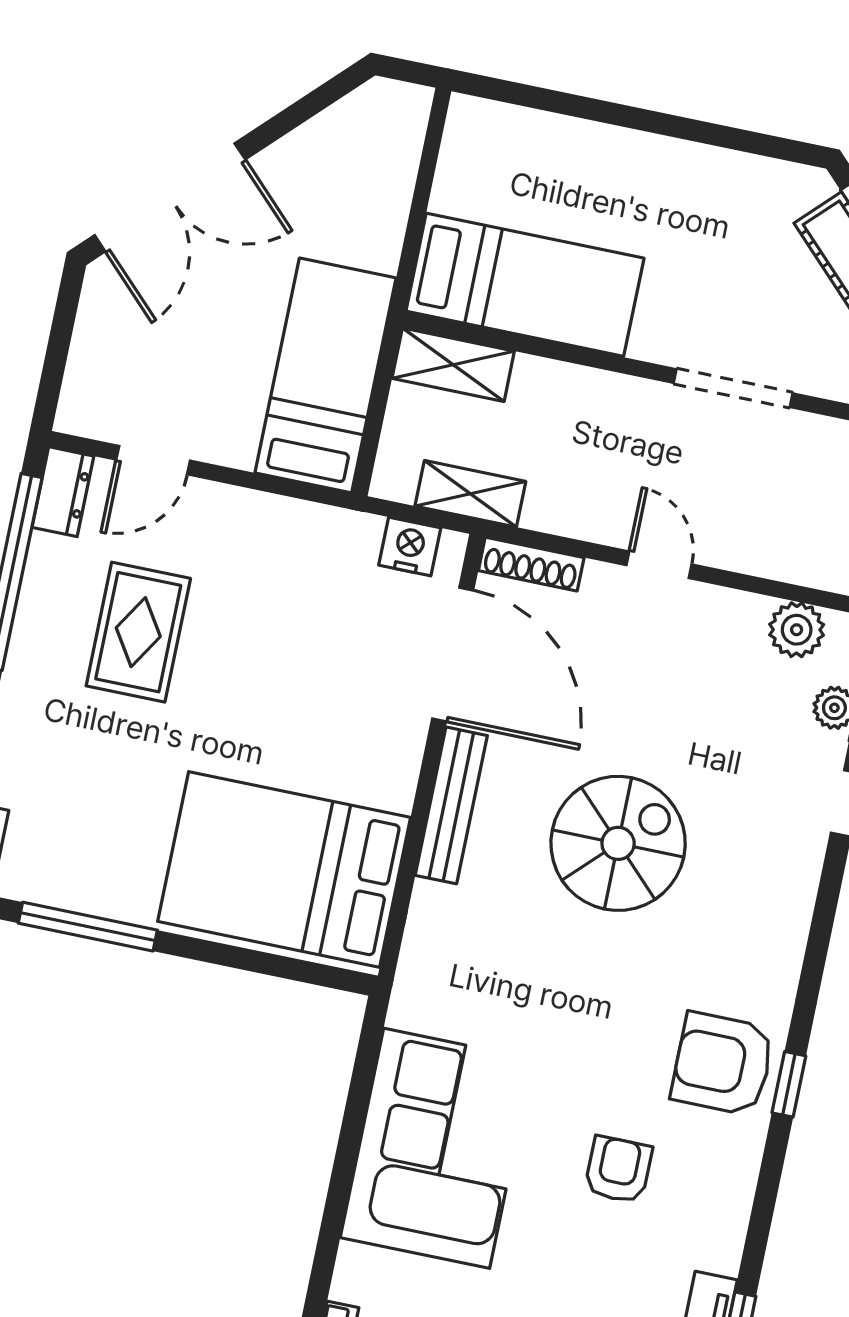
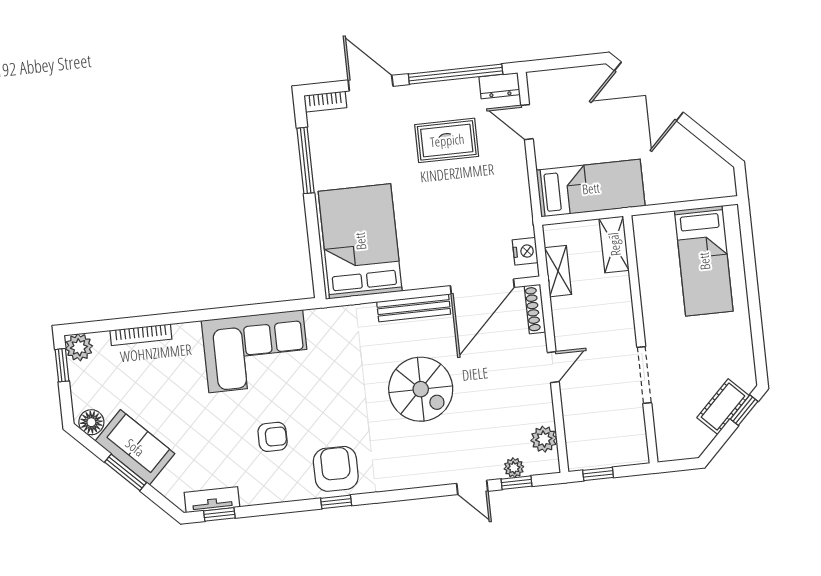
bed: (525, 285) -> (704, 261), moved

